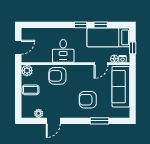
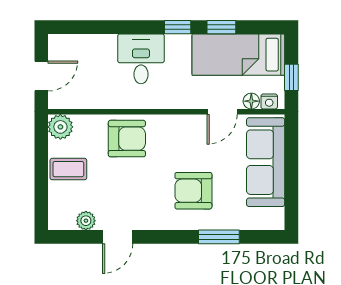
desk: (63, 51) -> (141, 59), moved, turned 180
armchair: (57, 76) -> (127, 139), turned 180

